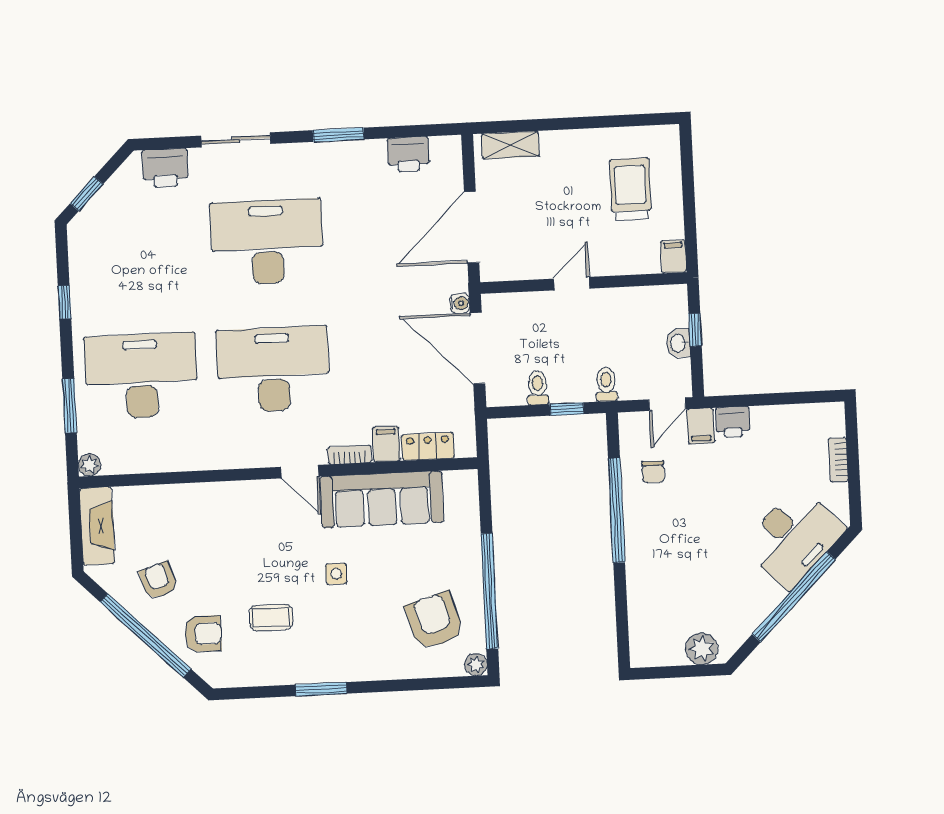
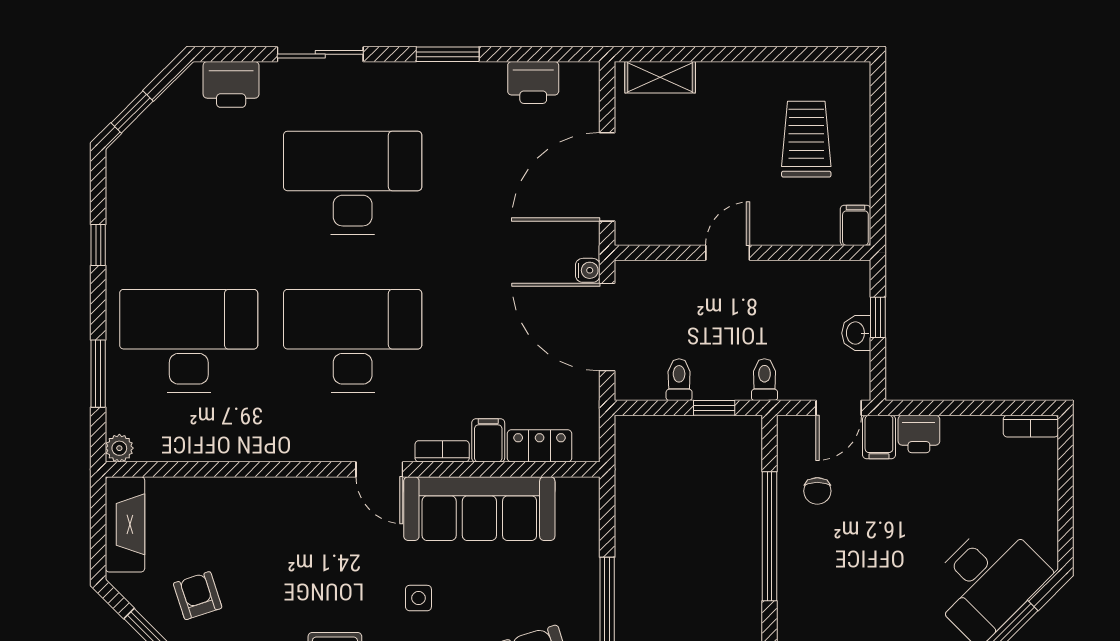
bookcase: (838, 460) -> (1031, 426), moved, turned -90

